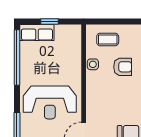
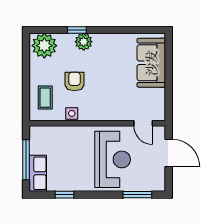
window: (50, 21) -> (26, 160), width x2.17
window: (17, 58) -> (64, 195), width x0.32

